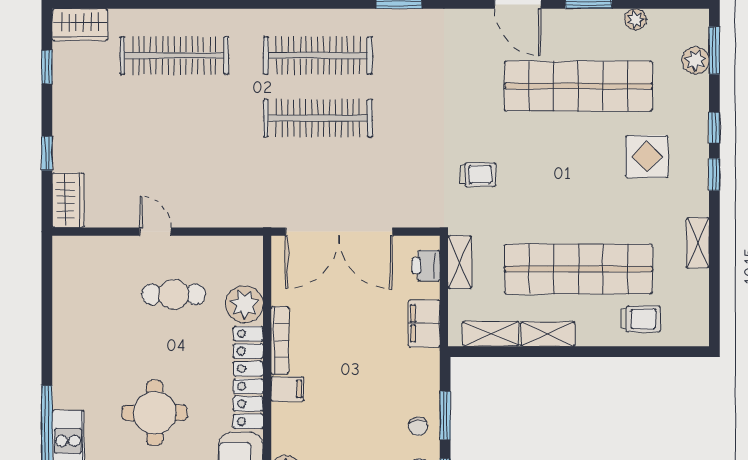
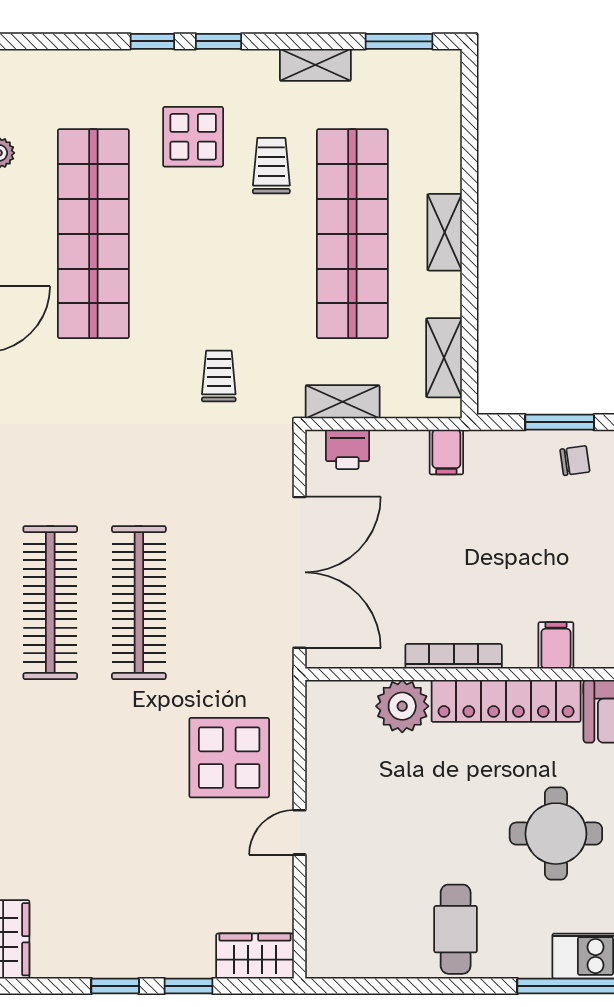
window: (714, 50) -> (399, 41), moved
clothes rail: (174, 55) -> (50, 806), removed
plant: (695, 60) -> (57, 68), removed
window: (47, 67) -> (115, 986), moved
display table: (208, 182) -> (229, 758), added
cafe table: (174, 294) -> (456, 929), moved
trolley: (641, 319) -> (271, 166), moved
filing cabinet: (424, 324) -> (446, 452), width x0.50
shelving: (548, 334) -> (445, 232), moved
filing cabinet: (288, 389) -> (556, 645), moved

